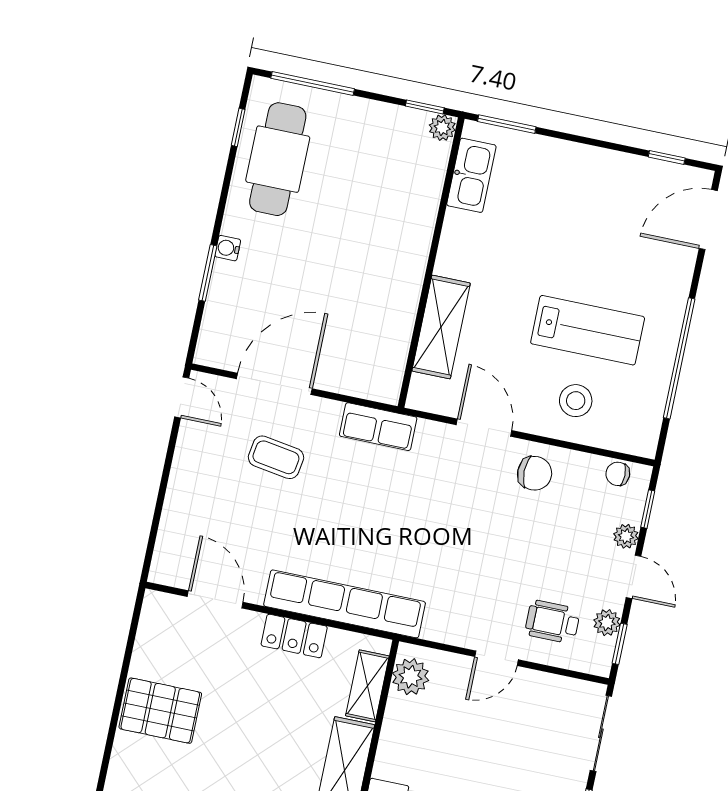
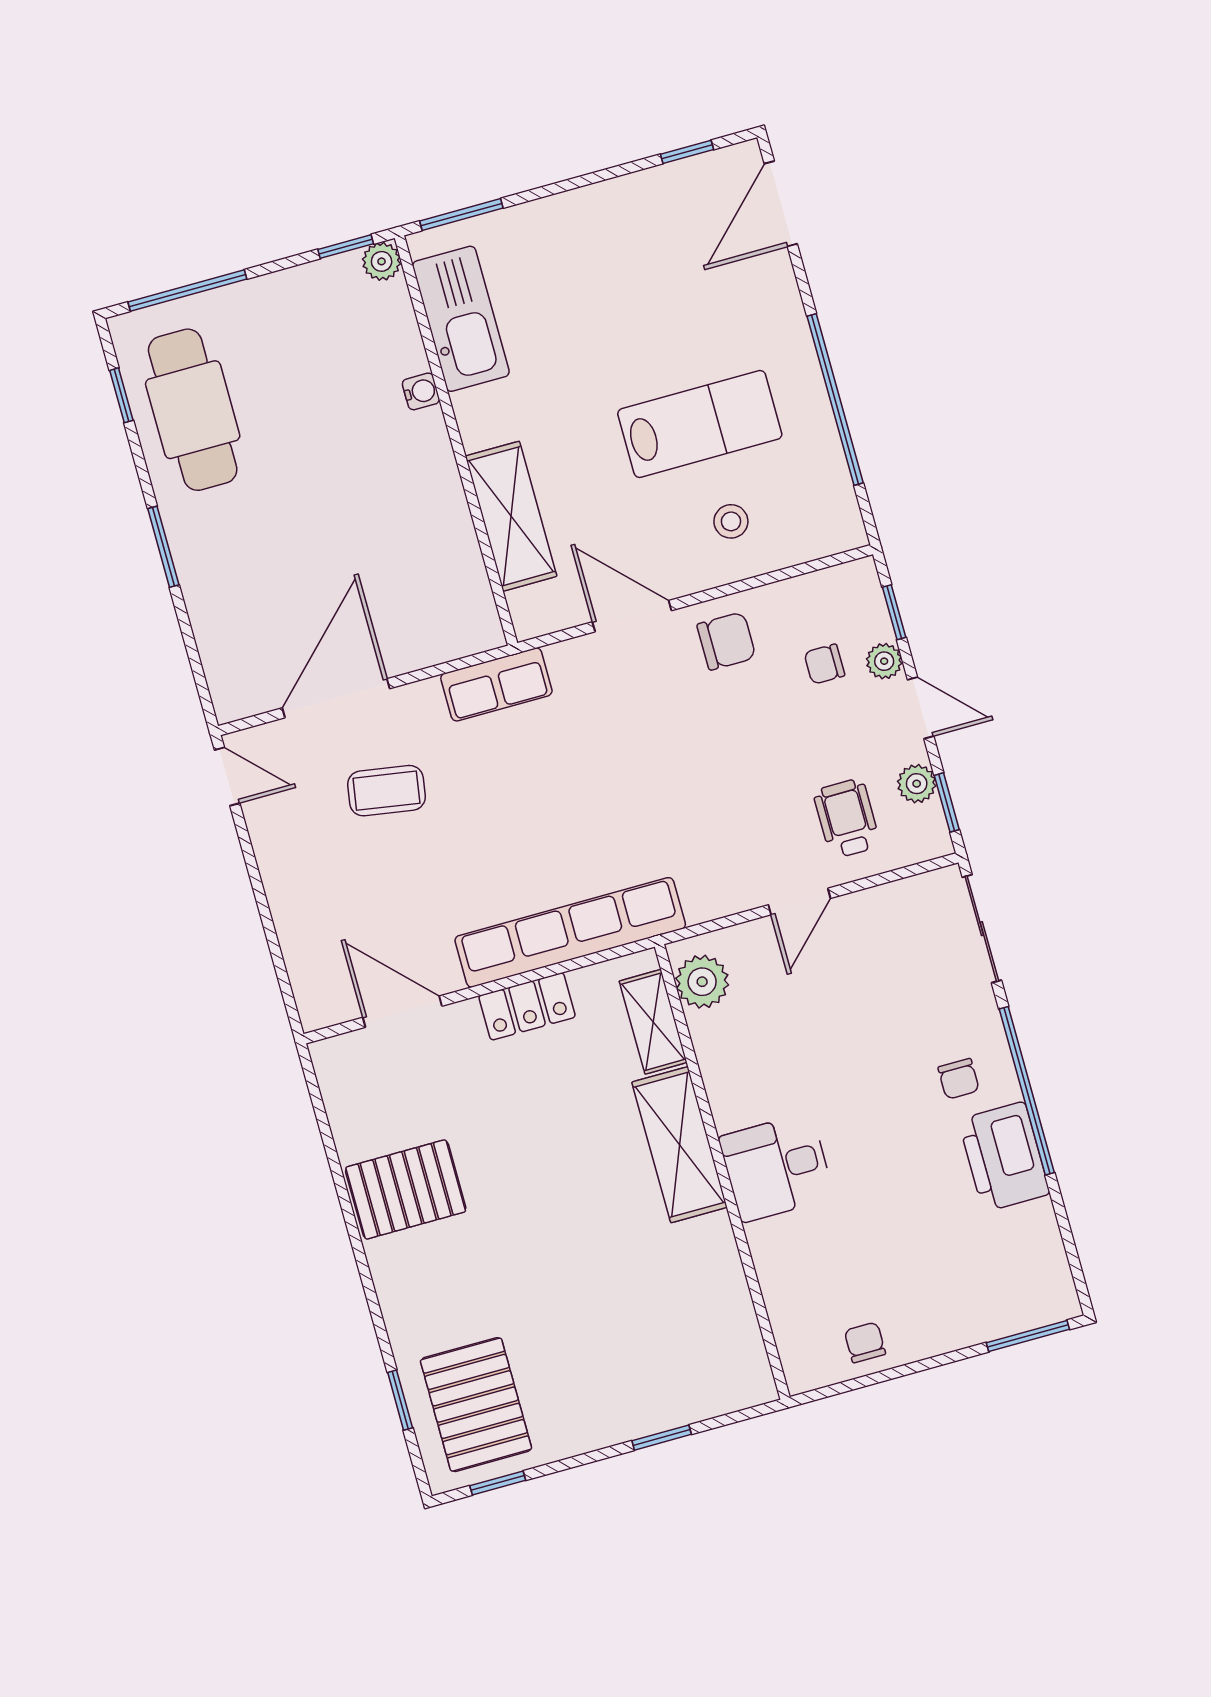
kitchen sink: (471, 175) -> (461, 319), width x1.36, depth x1.24
water cooler: (228, 248) -> (421, 391), moved, turned 180
window: (208, 273) -> (163, 547), moved
stool: (576, 401) -> (731, 521), width x0.73, depth x0.73
chair: (618, 474) -> (824, 664), moved
wheelchair: (552, 622) -> (847, 818), turned 90

